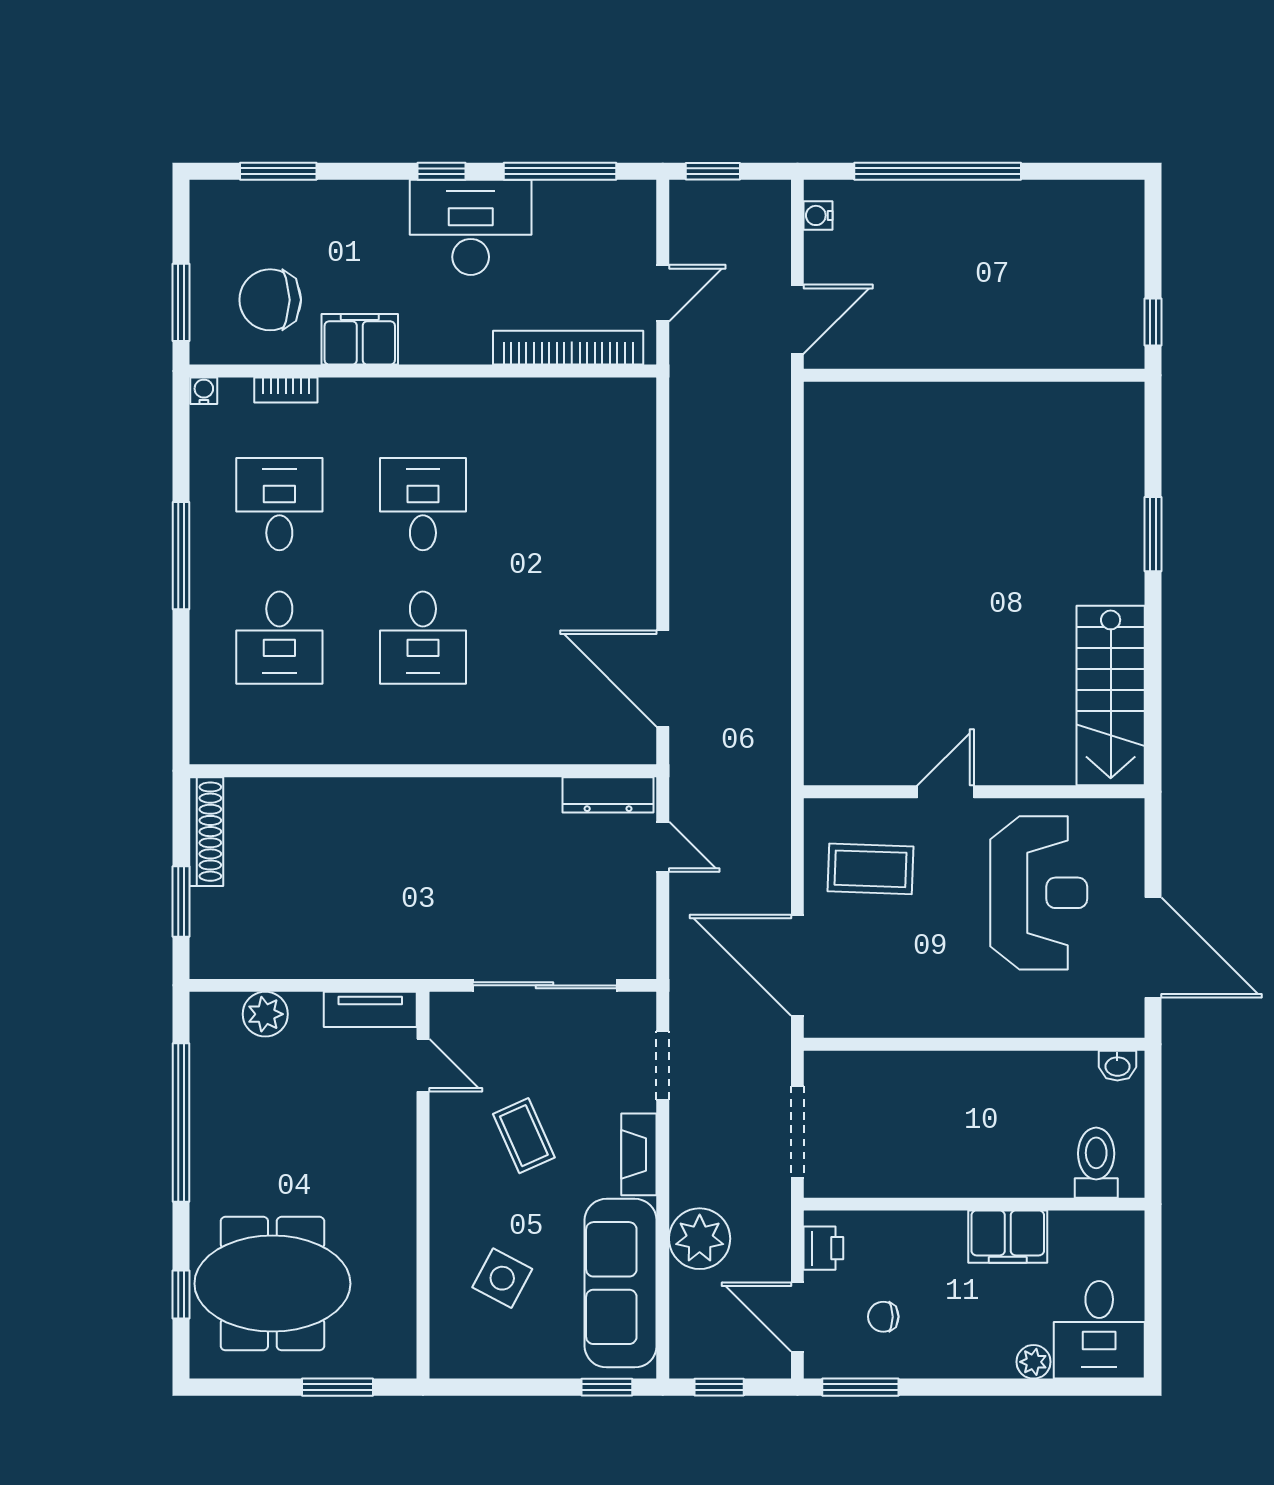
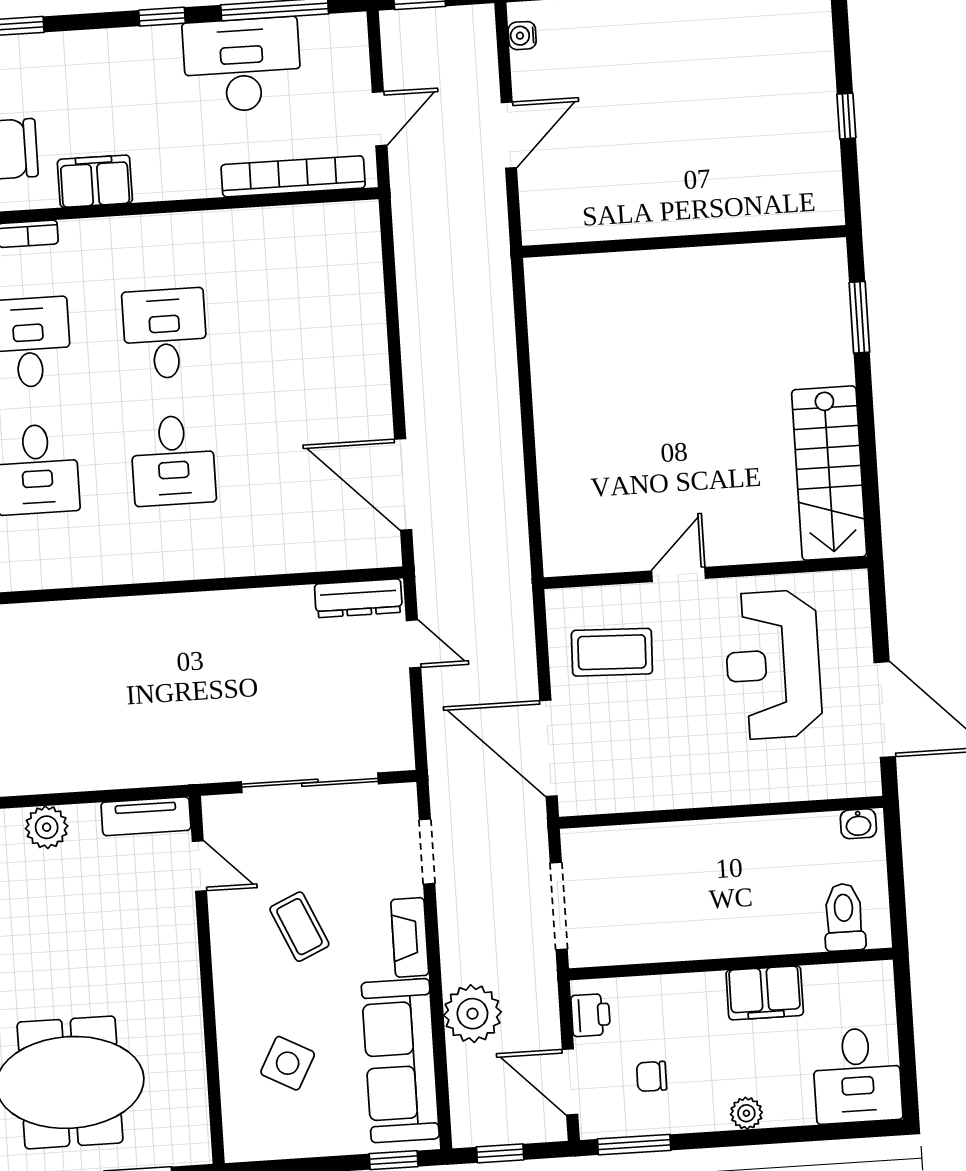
desk: (471, 227) -> (242, 65), moved
wall: (974, 375) -> (684, 241), moved
reception desk: (1039, 893) -> (773, 665), turned 180
plant: (1033, 1362) -> (746, 1113), moved

